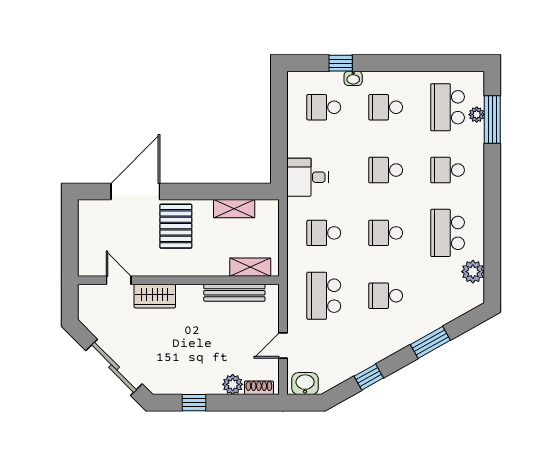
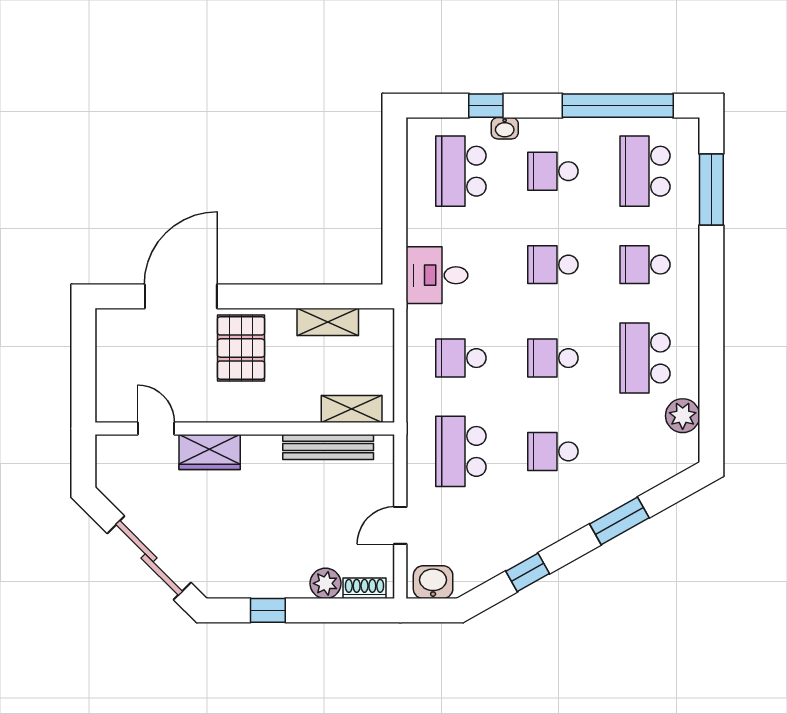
window: (429, 63) -> (618, 106), added
school desk: (324, 107) -> (461, 171), width x1.85
plant: (477, 115) -> (688, 182), removed

